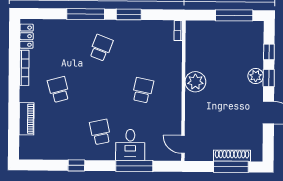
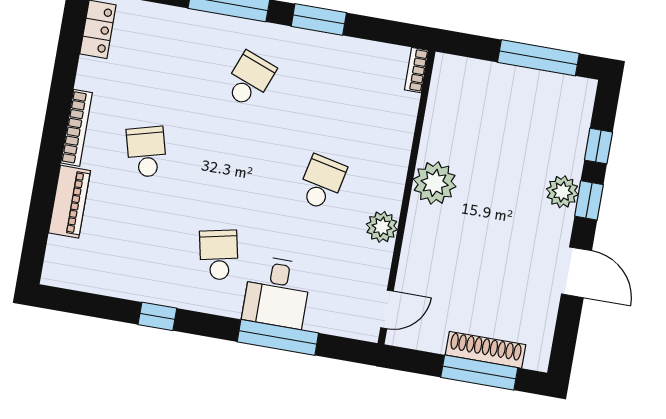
bookcase: (24, 68) -> (77, 128), moved
plant: (174, 106) -> (382, 227), added
door: (183, 144) -> (387, 309), swing flipped

